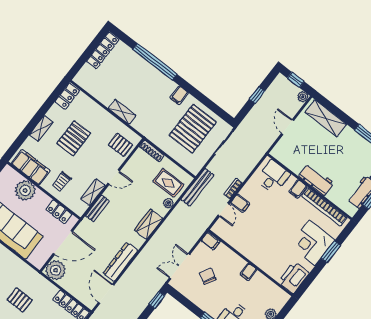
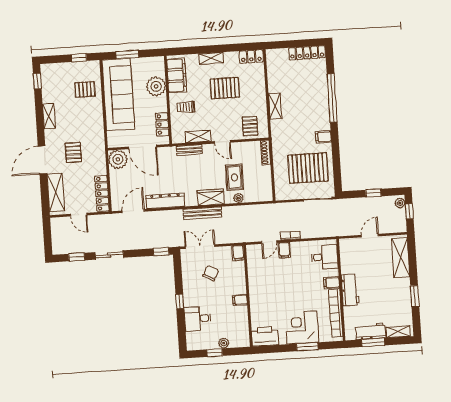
plant: (303, 97) -> (400, 203), moved
rug: (168, 183) -> (234, 177), moved
bench: (197, 187) -> (202, 213), moved

